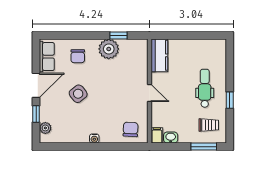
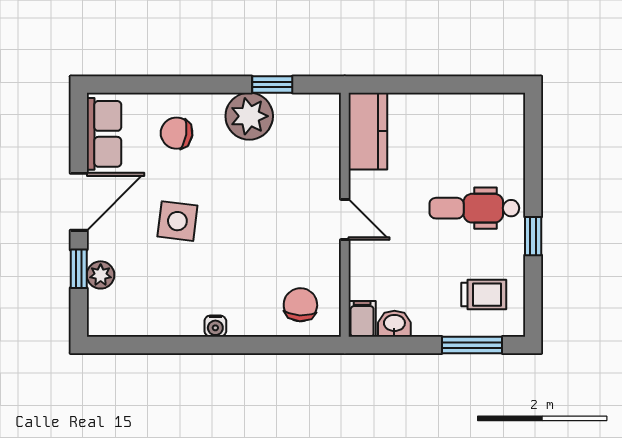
chair: (78, 56) -> (177, 133), turned 99
dental chair: (205, 88) -> (474, 208), turned -90
side table: (78, 94) -> (177, 221), turned 45
plant: (45, 128) -> (101, 275), moved

